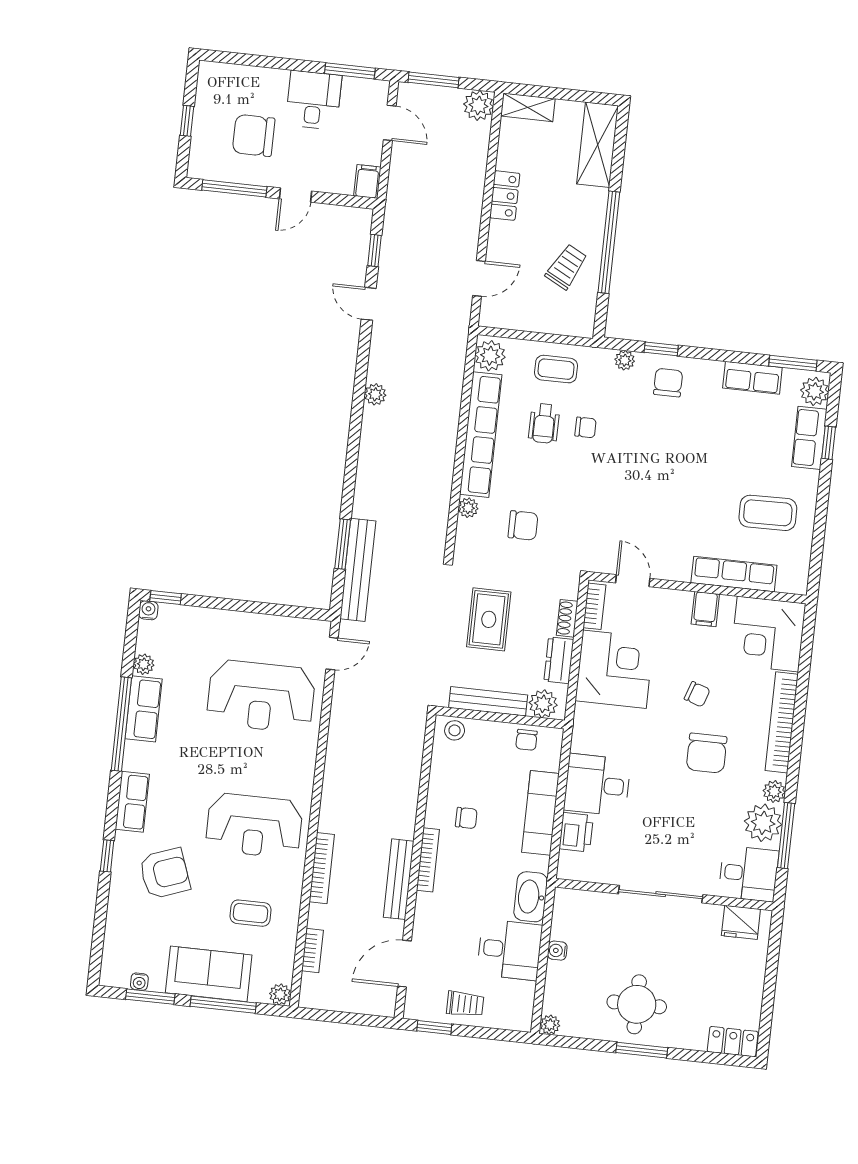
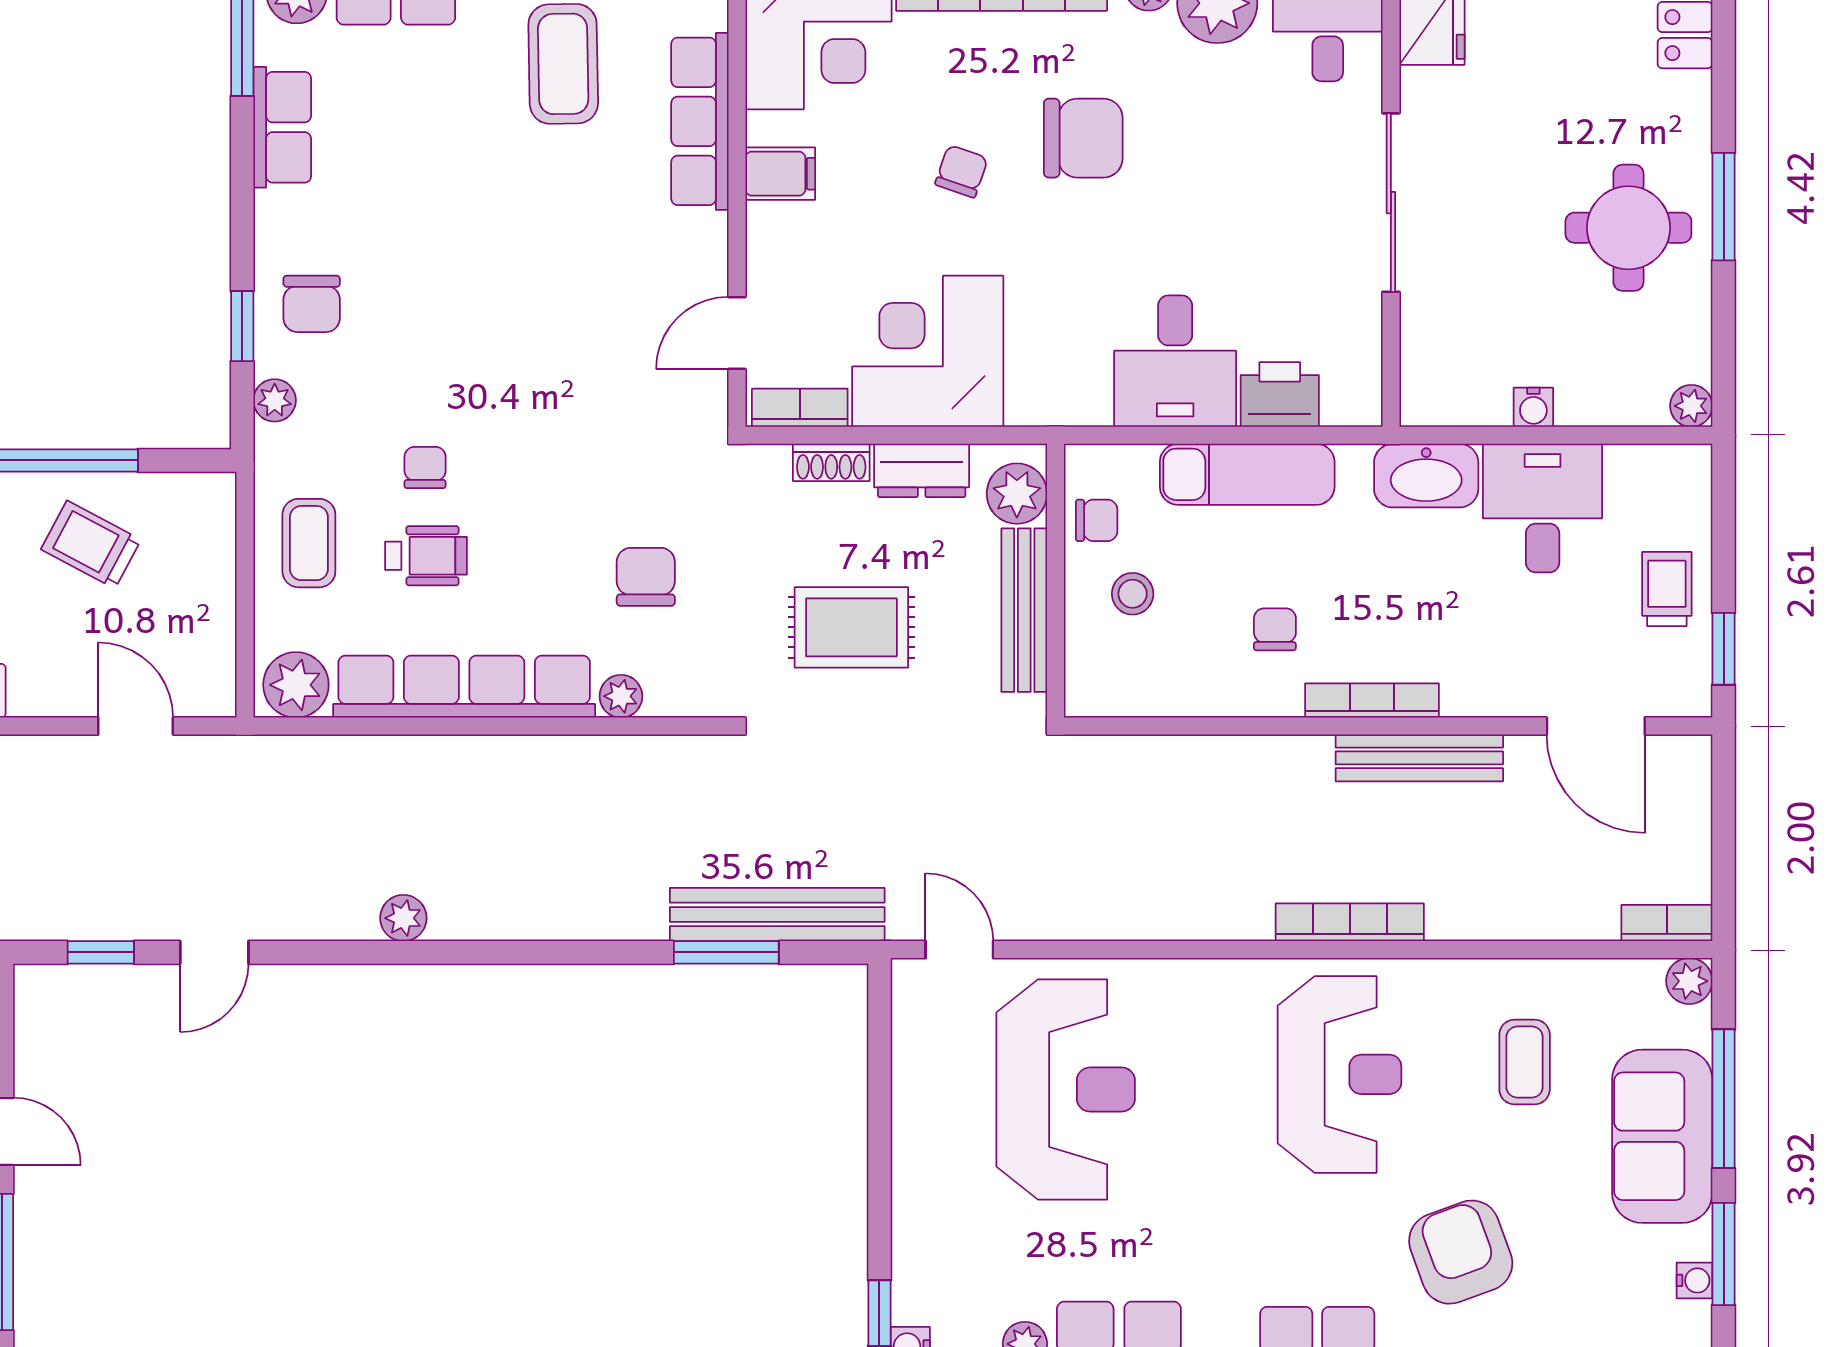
chair: (668, 383) -> (312, 304), turned -90
stool: (455, 730) -> (1133, 594), moved
bookcase: (322, 868) -> (1350, 922), moved
bookcase: (312, 951) -> (1667, 923), moved

